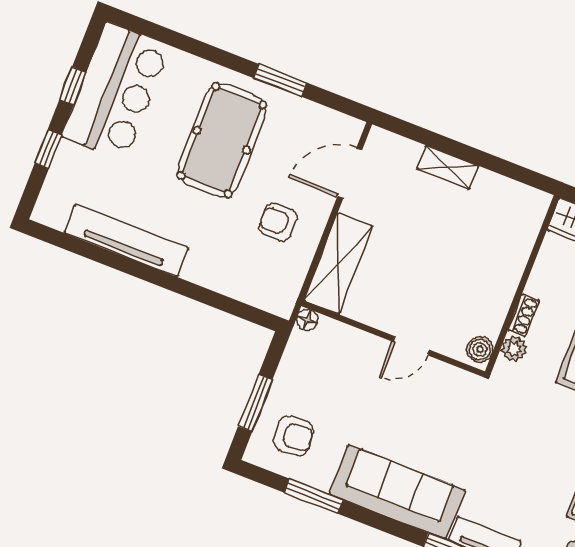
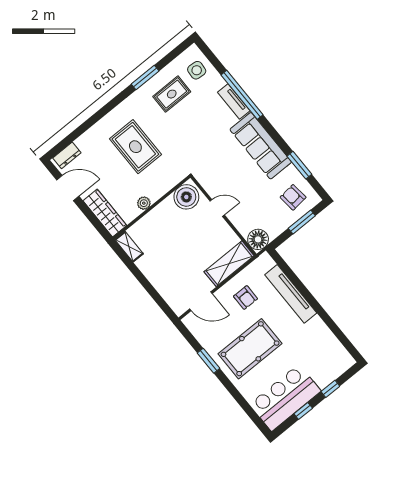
shelving: (448, 167) -> (129, 247), moved
tv unit: (126, 240) -> (291, 294), moved
shoe rack: (524, 315) -> (159, 193), removed
floor lamp: (307, 320) -> (258, 239), width x1.89, depth x1.89
boiler: (480, 349) -> (186, 197), width x1.86, depth x1.86
plant: (514, 349) -> (144, 203), moved

